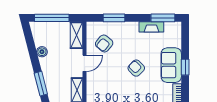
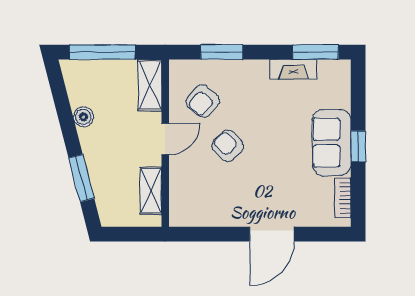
armchair: (136, 68) -> (228, 146), moved

